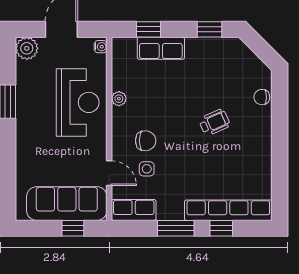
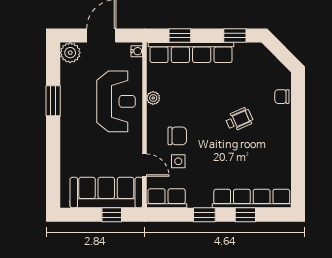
row of seats: (161, 48) -> (191, 53), width x2.02
window: (176, 228) -> (204, 215), width x0.67

